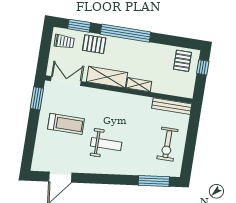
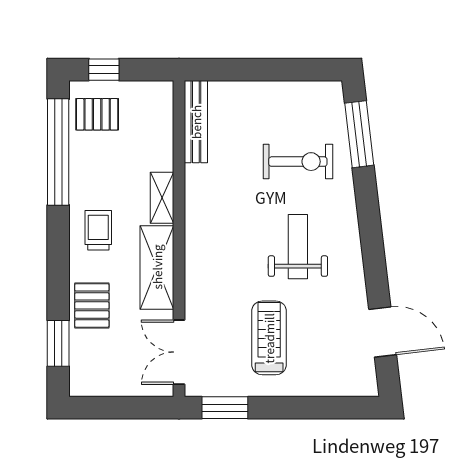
window: (126, 33) -> (58, 152), moved
trolley: (64, 42) -> (98, 230), moved
exercise bike: (167, 144) -> (298, 162), moved

